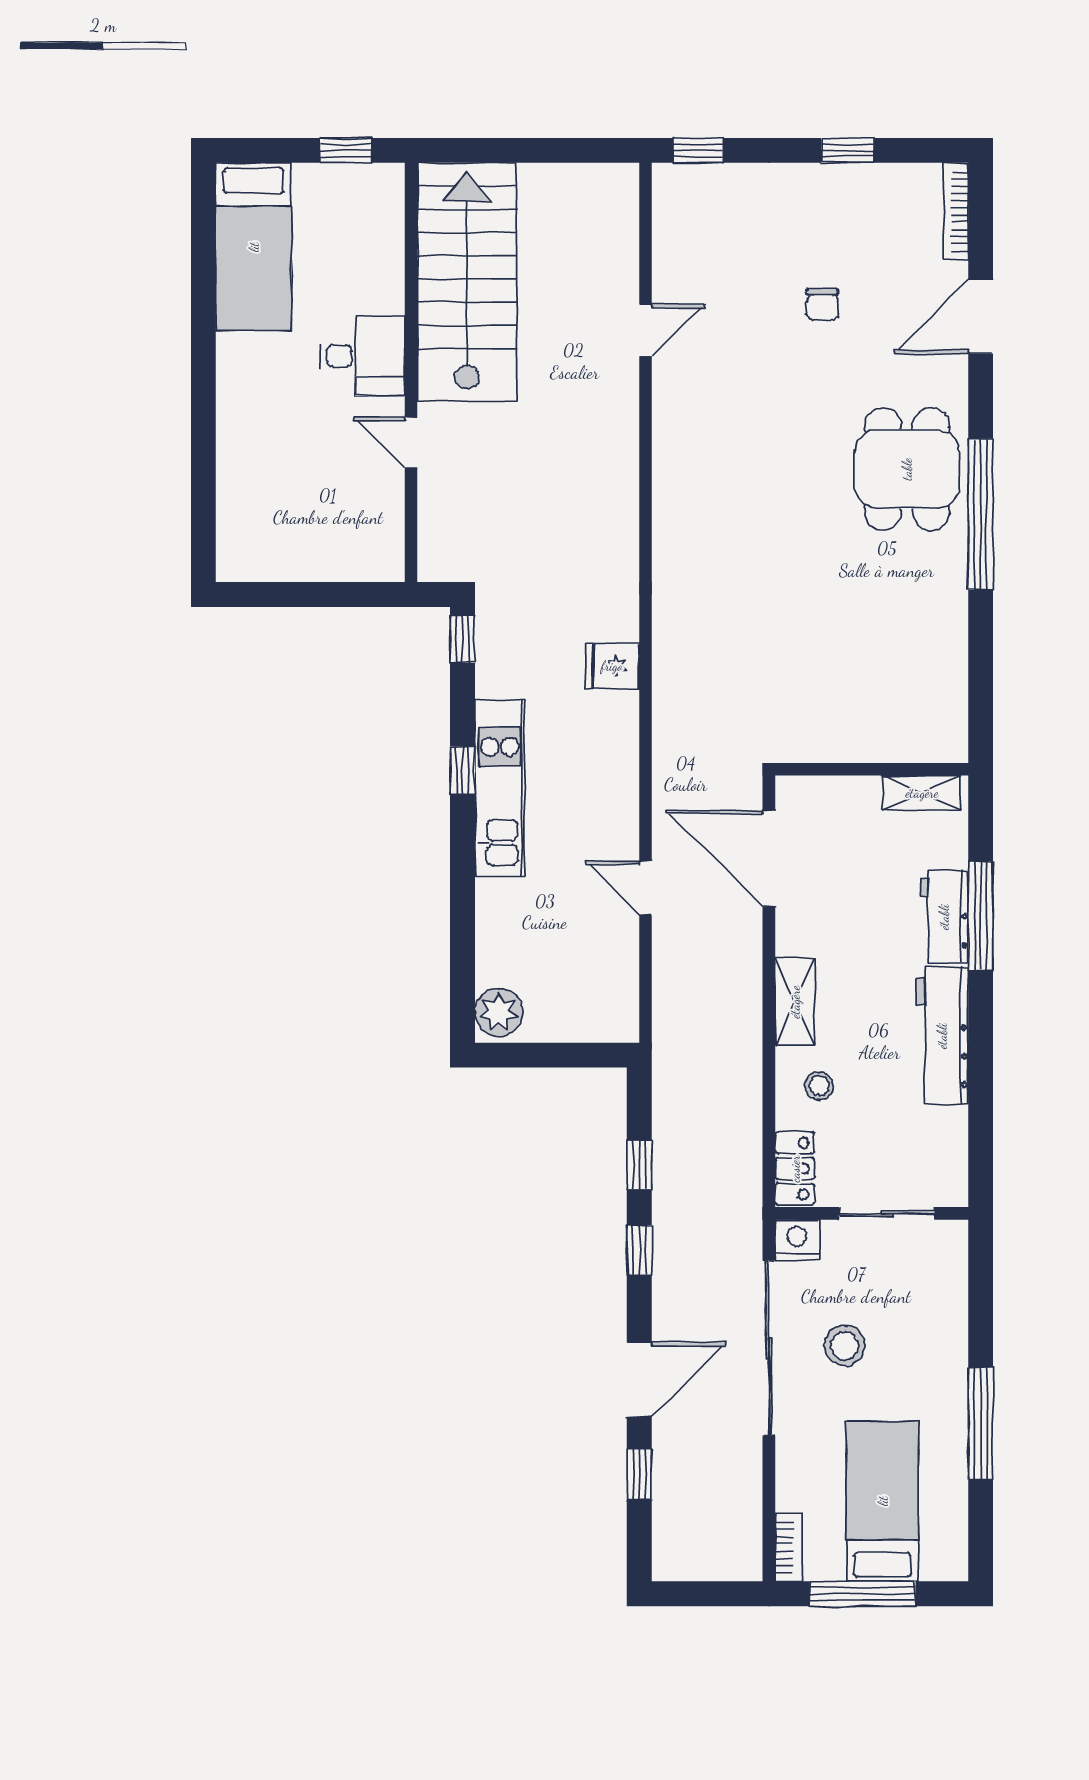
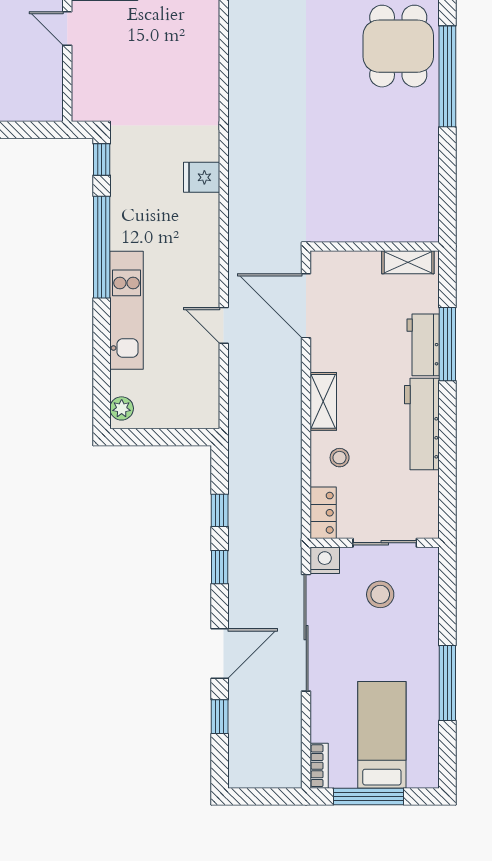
window: (462, 771) -> (102, 247), width x3.17
kitchen unit: (500, 788) -> (127, 310), moved
plant: (499, 1012) -> (122, 408), width x0.73, depth x0.73
stool: (845, 1346) -> (380, 594), moved

